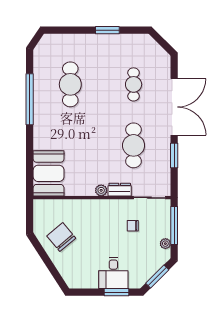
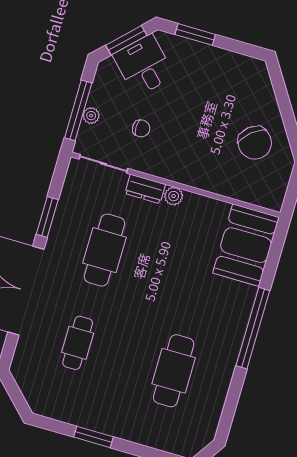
window: (30, 99) -> (253, 328), moved
plant: (165, 244) -> (91, 116), moved
desk: (113, 273) -> (144, 65), moved, turned -45

